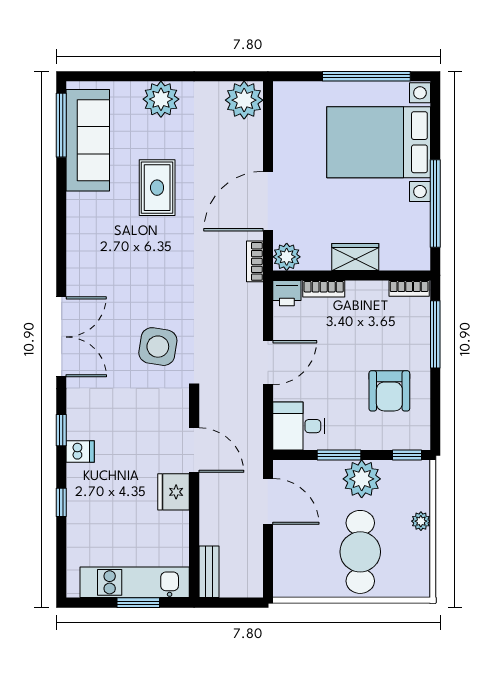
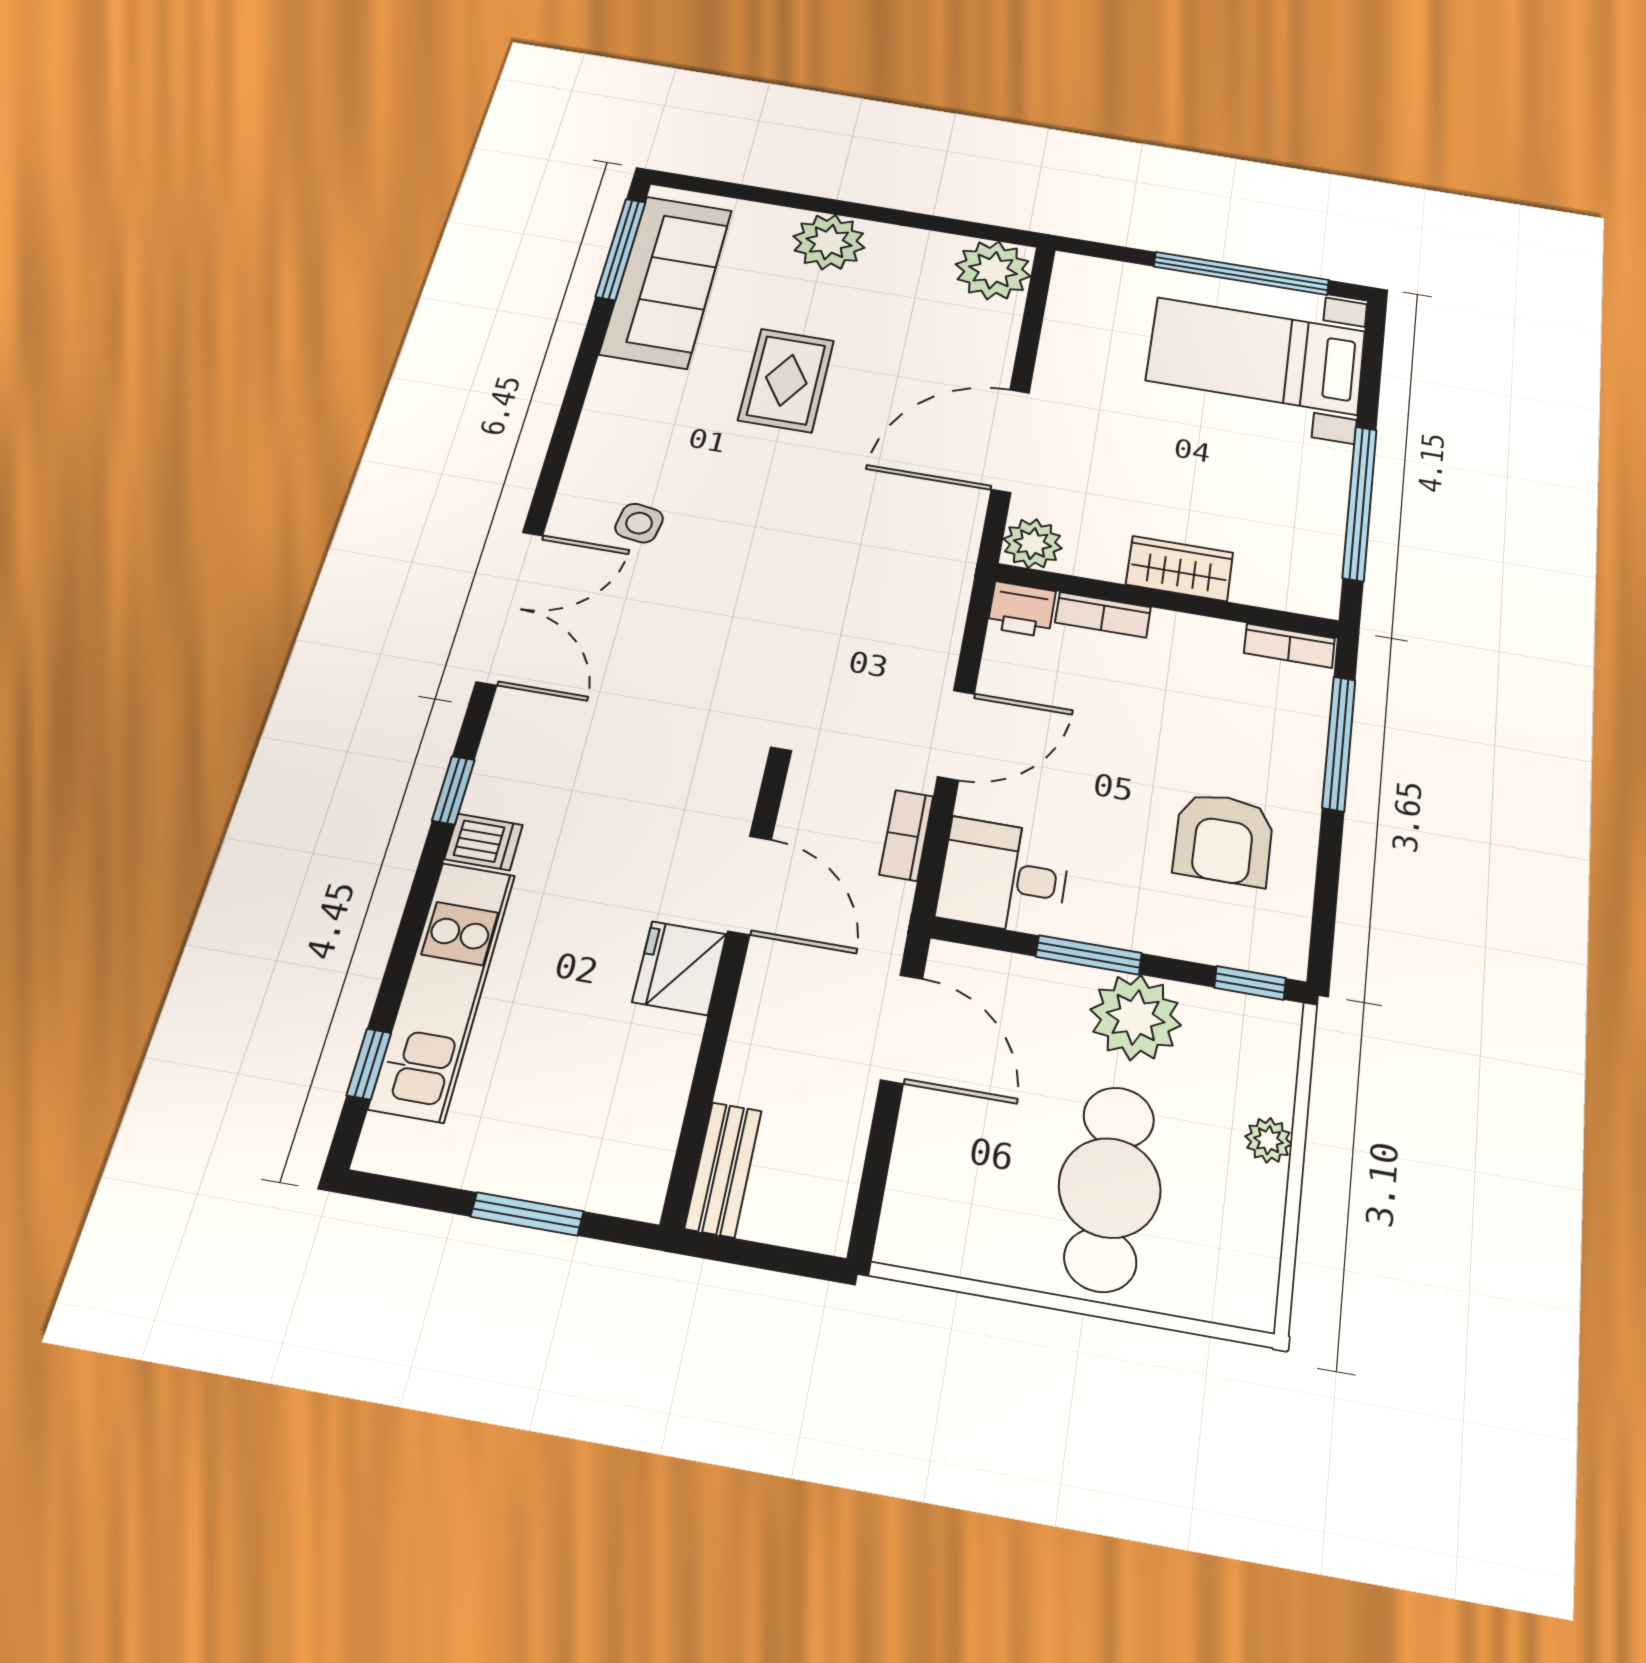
bed with nightstands: (379, 142) -> (1256, 356), width x0.73
bookcase: (255, 261) -> (906, 835), moved
side table: (158, 347) -> (639, 523), moved, width x0.54, depth x0.54
window: (61, 502) -> (369, 1064), moved
kitchen unit: (135, 582) -> (443, 990), moved, turned 90

